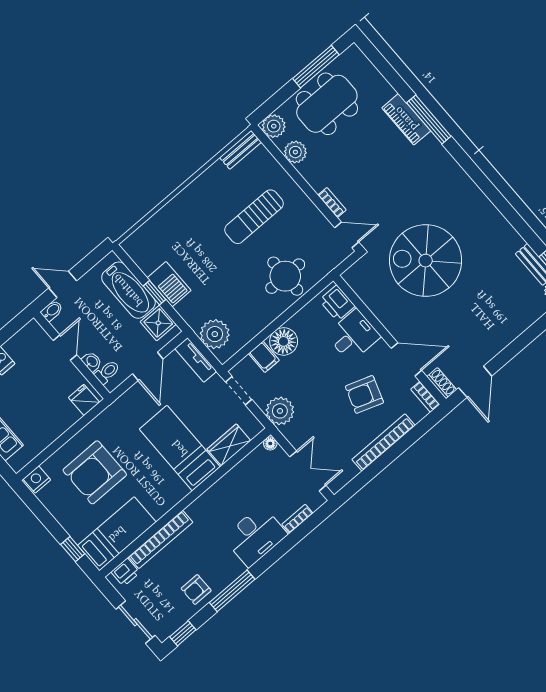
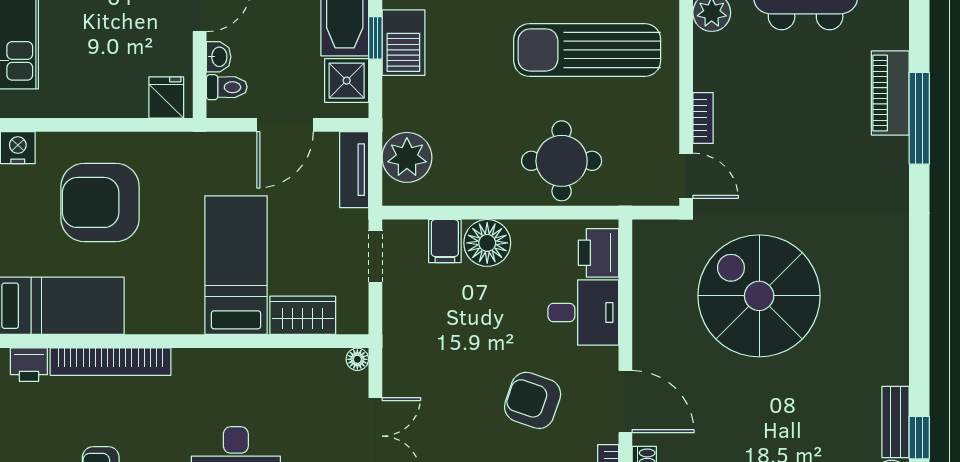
sun lounger: (254, 217) -> (587, 50), width x1.36, depth x1.34
plant: (280, 411) -> (406, 328), removed

